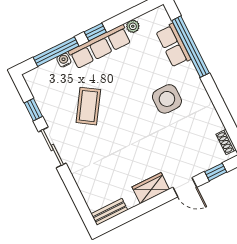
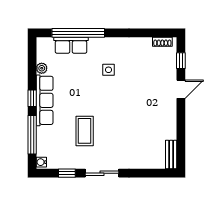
water cooler: (64, 60) -> (41, 162), moved
side table: (167, 99) -> (108, 70), width x0.54, depth x0.54
coffee table: (88, 106) -> (85, 131), turned 57
wardrobe: (151, 188) -> (169, 115), removed

